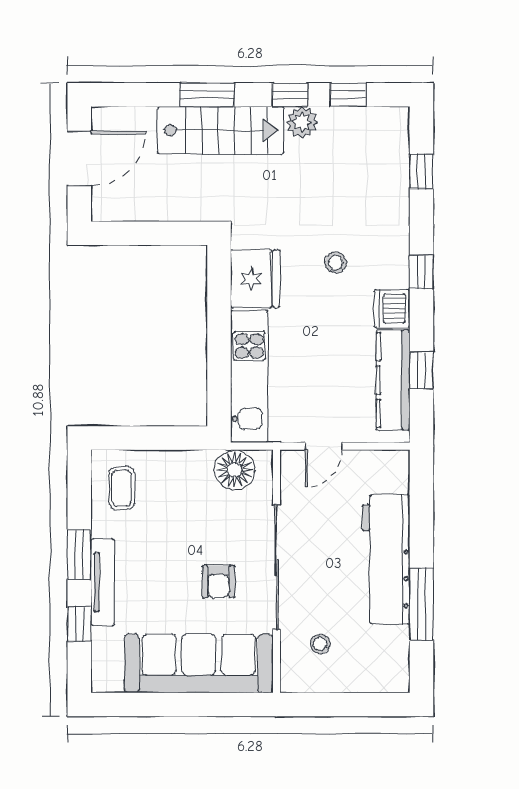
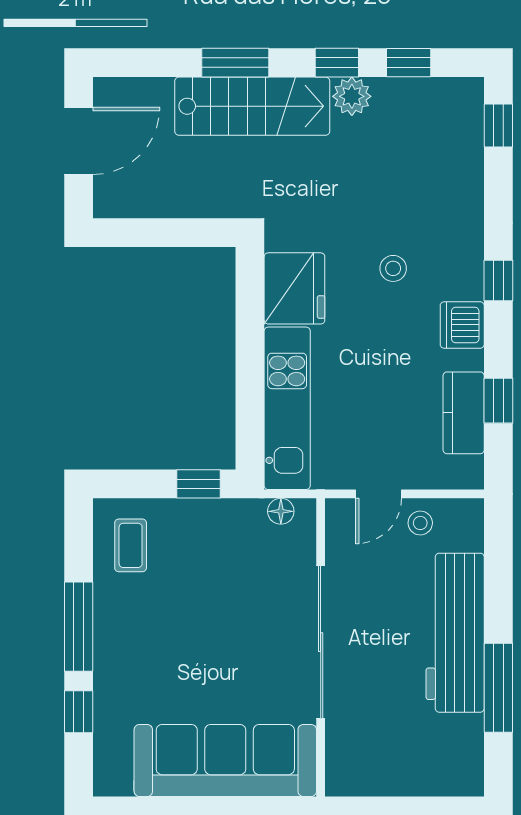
window: (421, 171) -> (498, 125), moved
kitchen counter: (393, 380) -> (464, 413), width x0.67
window: (177, 438) -> (199, 484), added
floor lamp: (235, 470) -> (281, 511), width x0.53, depth x0.53
window: (79, 554) -> (79, 627), width x1.44
tv unit: (103, 582) -> (107, 661), removed
armchair: (219, 582) -> (250, 660), removed
stool: (320, 644) -> (420, 523), moved

